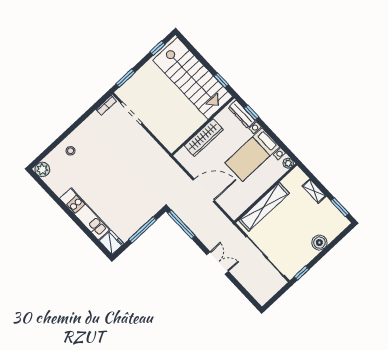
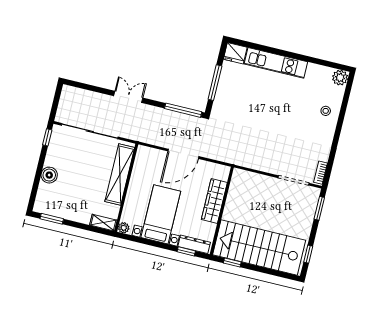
shelving: (314, 191) -> (103, 223), moved
double door: (218, 263) -> (128, 97), swing flipped

